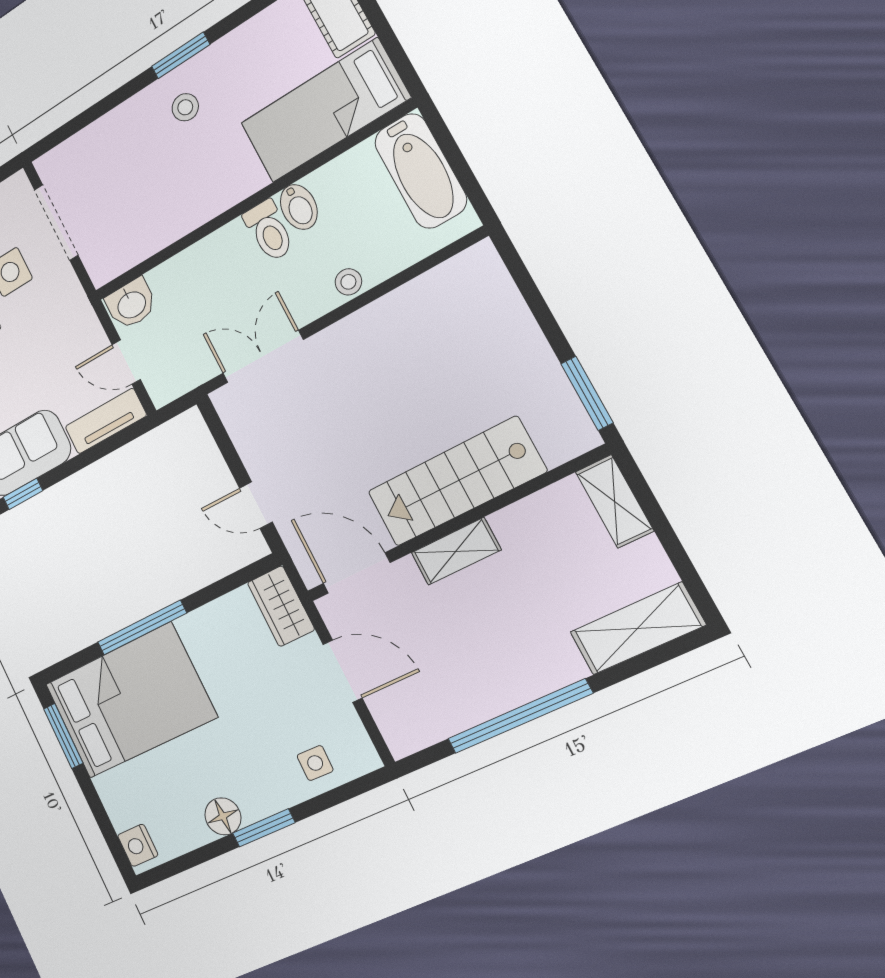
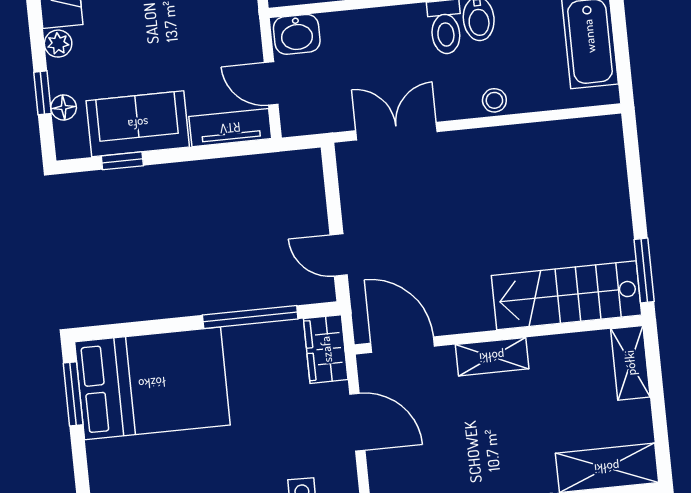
stairs: (456, 482) -> (567, 295), moved
window: (142, 628) -> (250, 317), moved

